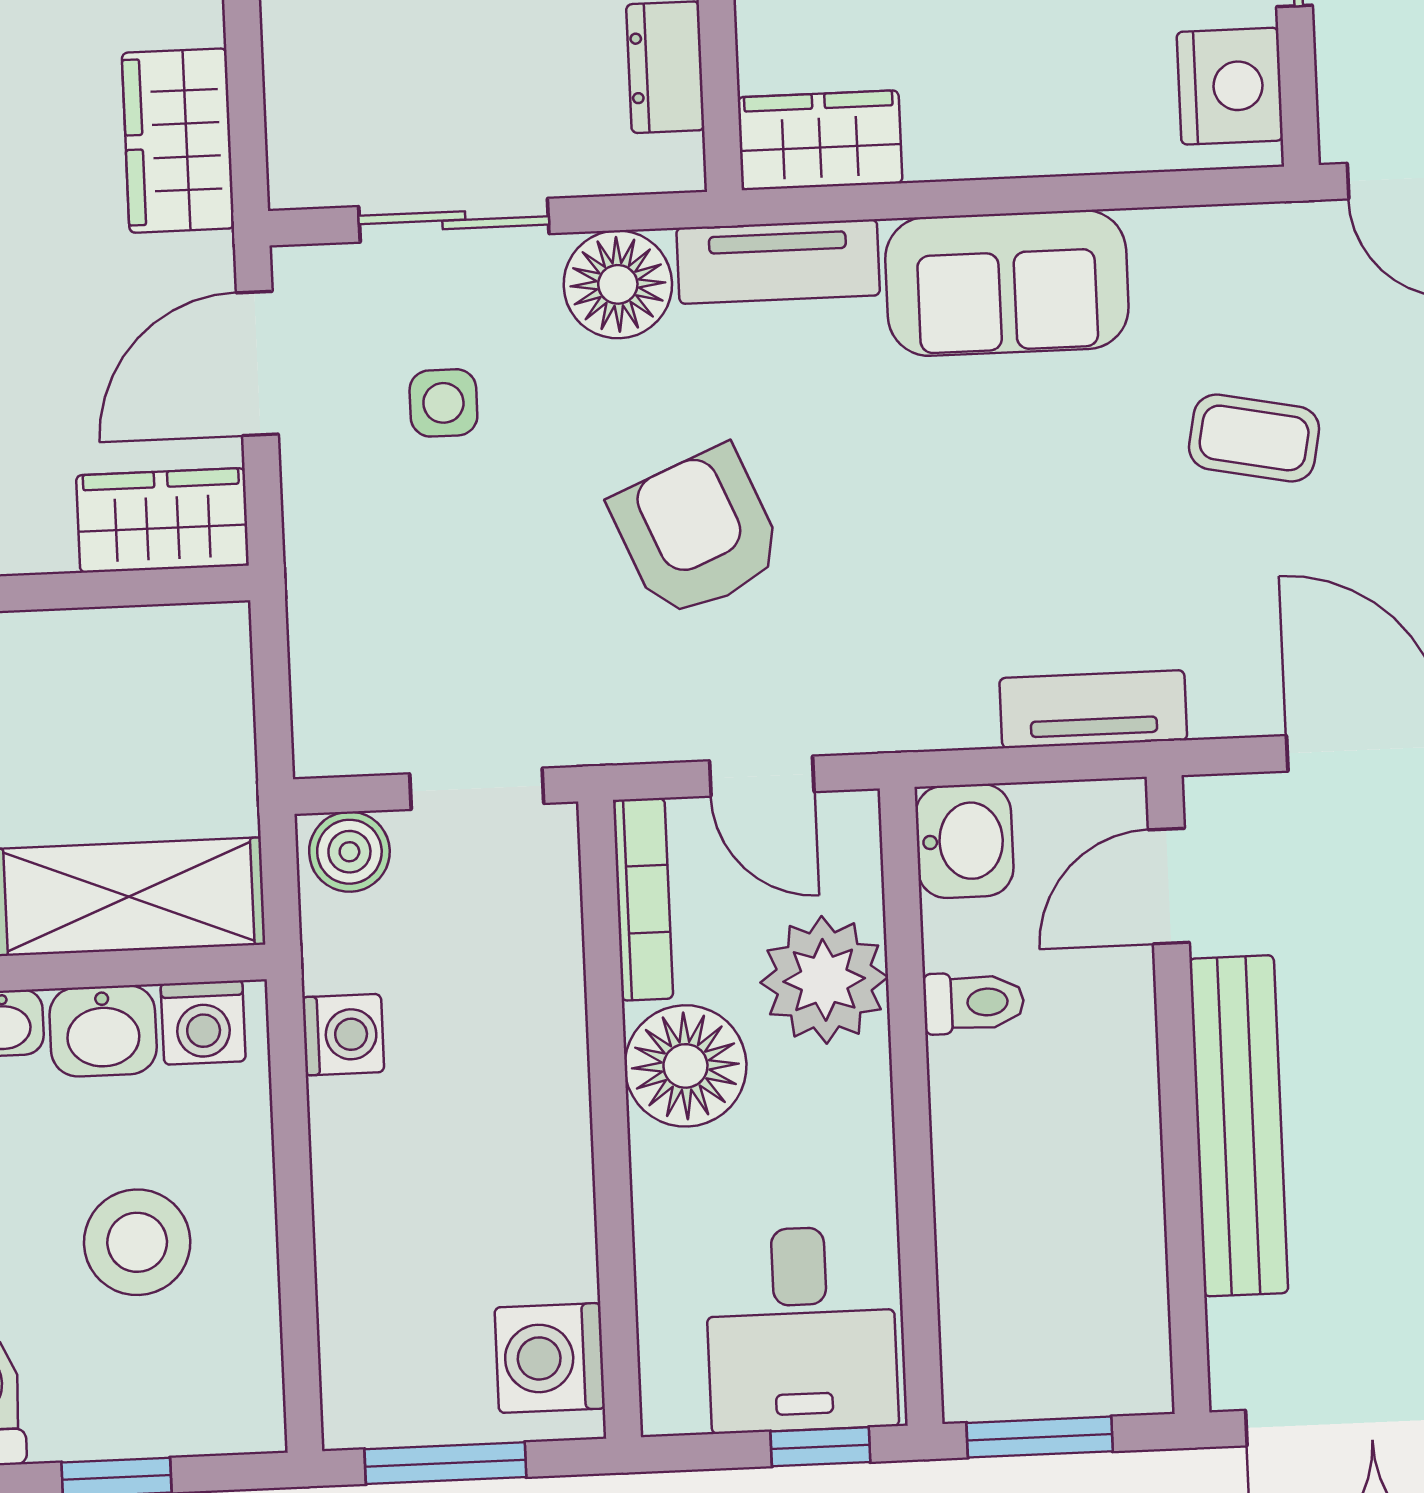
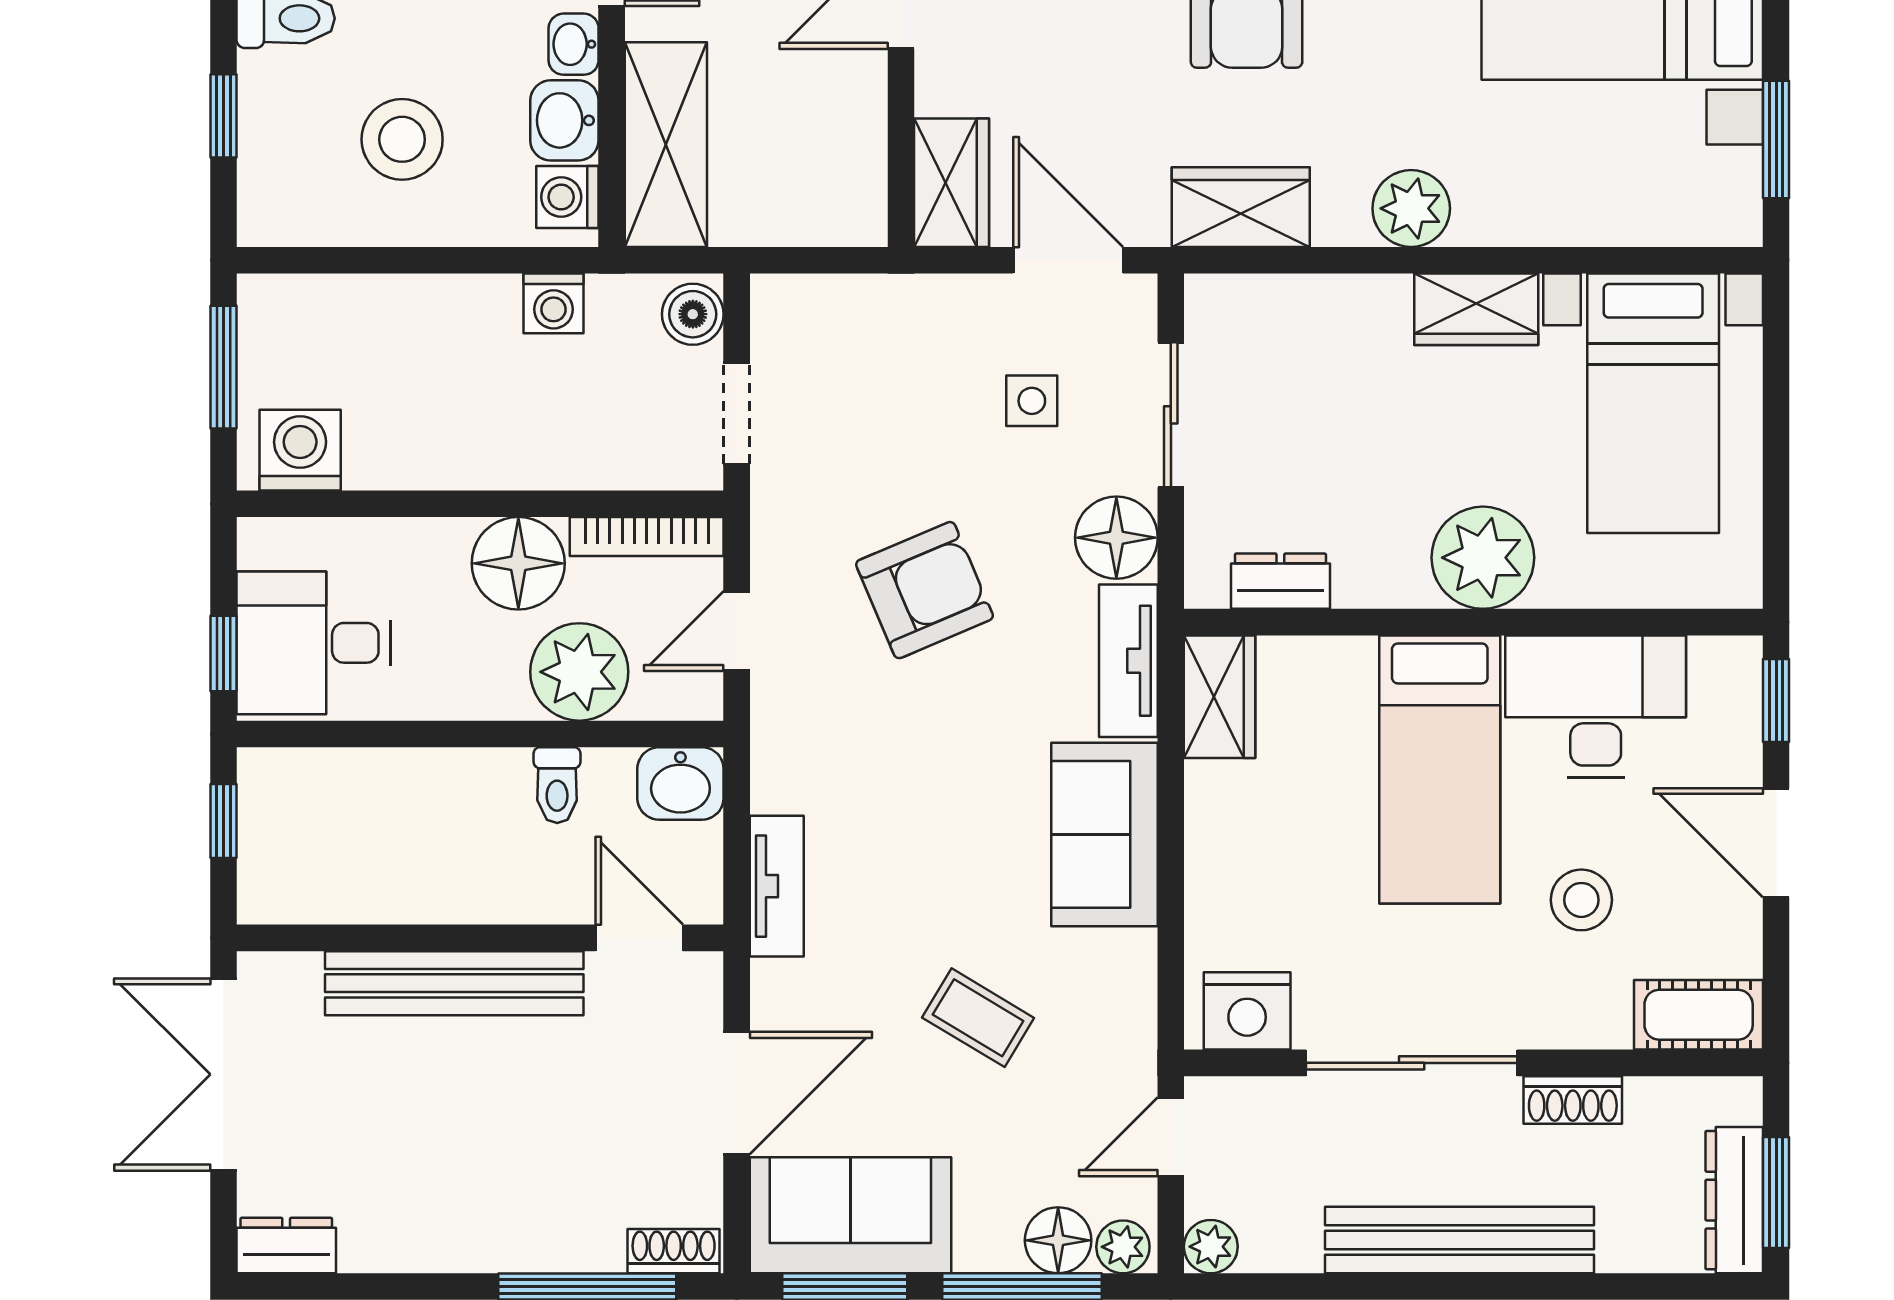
coffee table: (1254, 438) -> (978, 1018), turned -70
window: (1040, 1437) -> (223, 821), width x0.67

